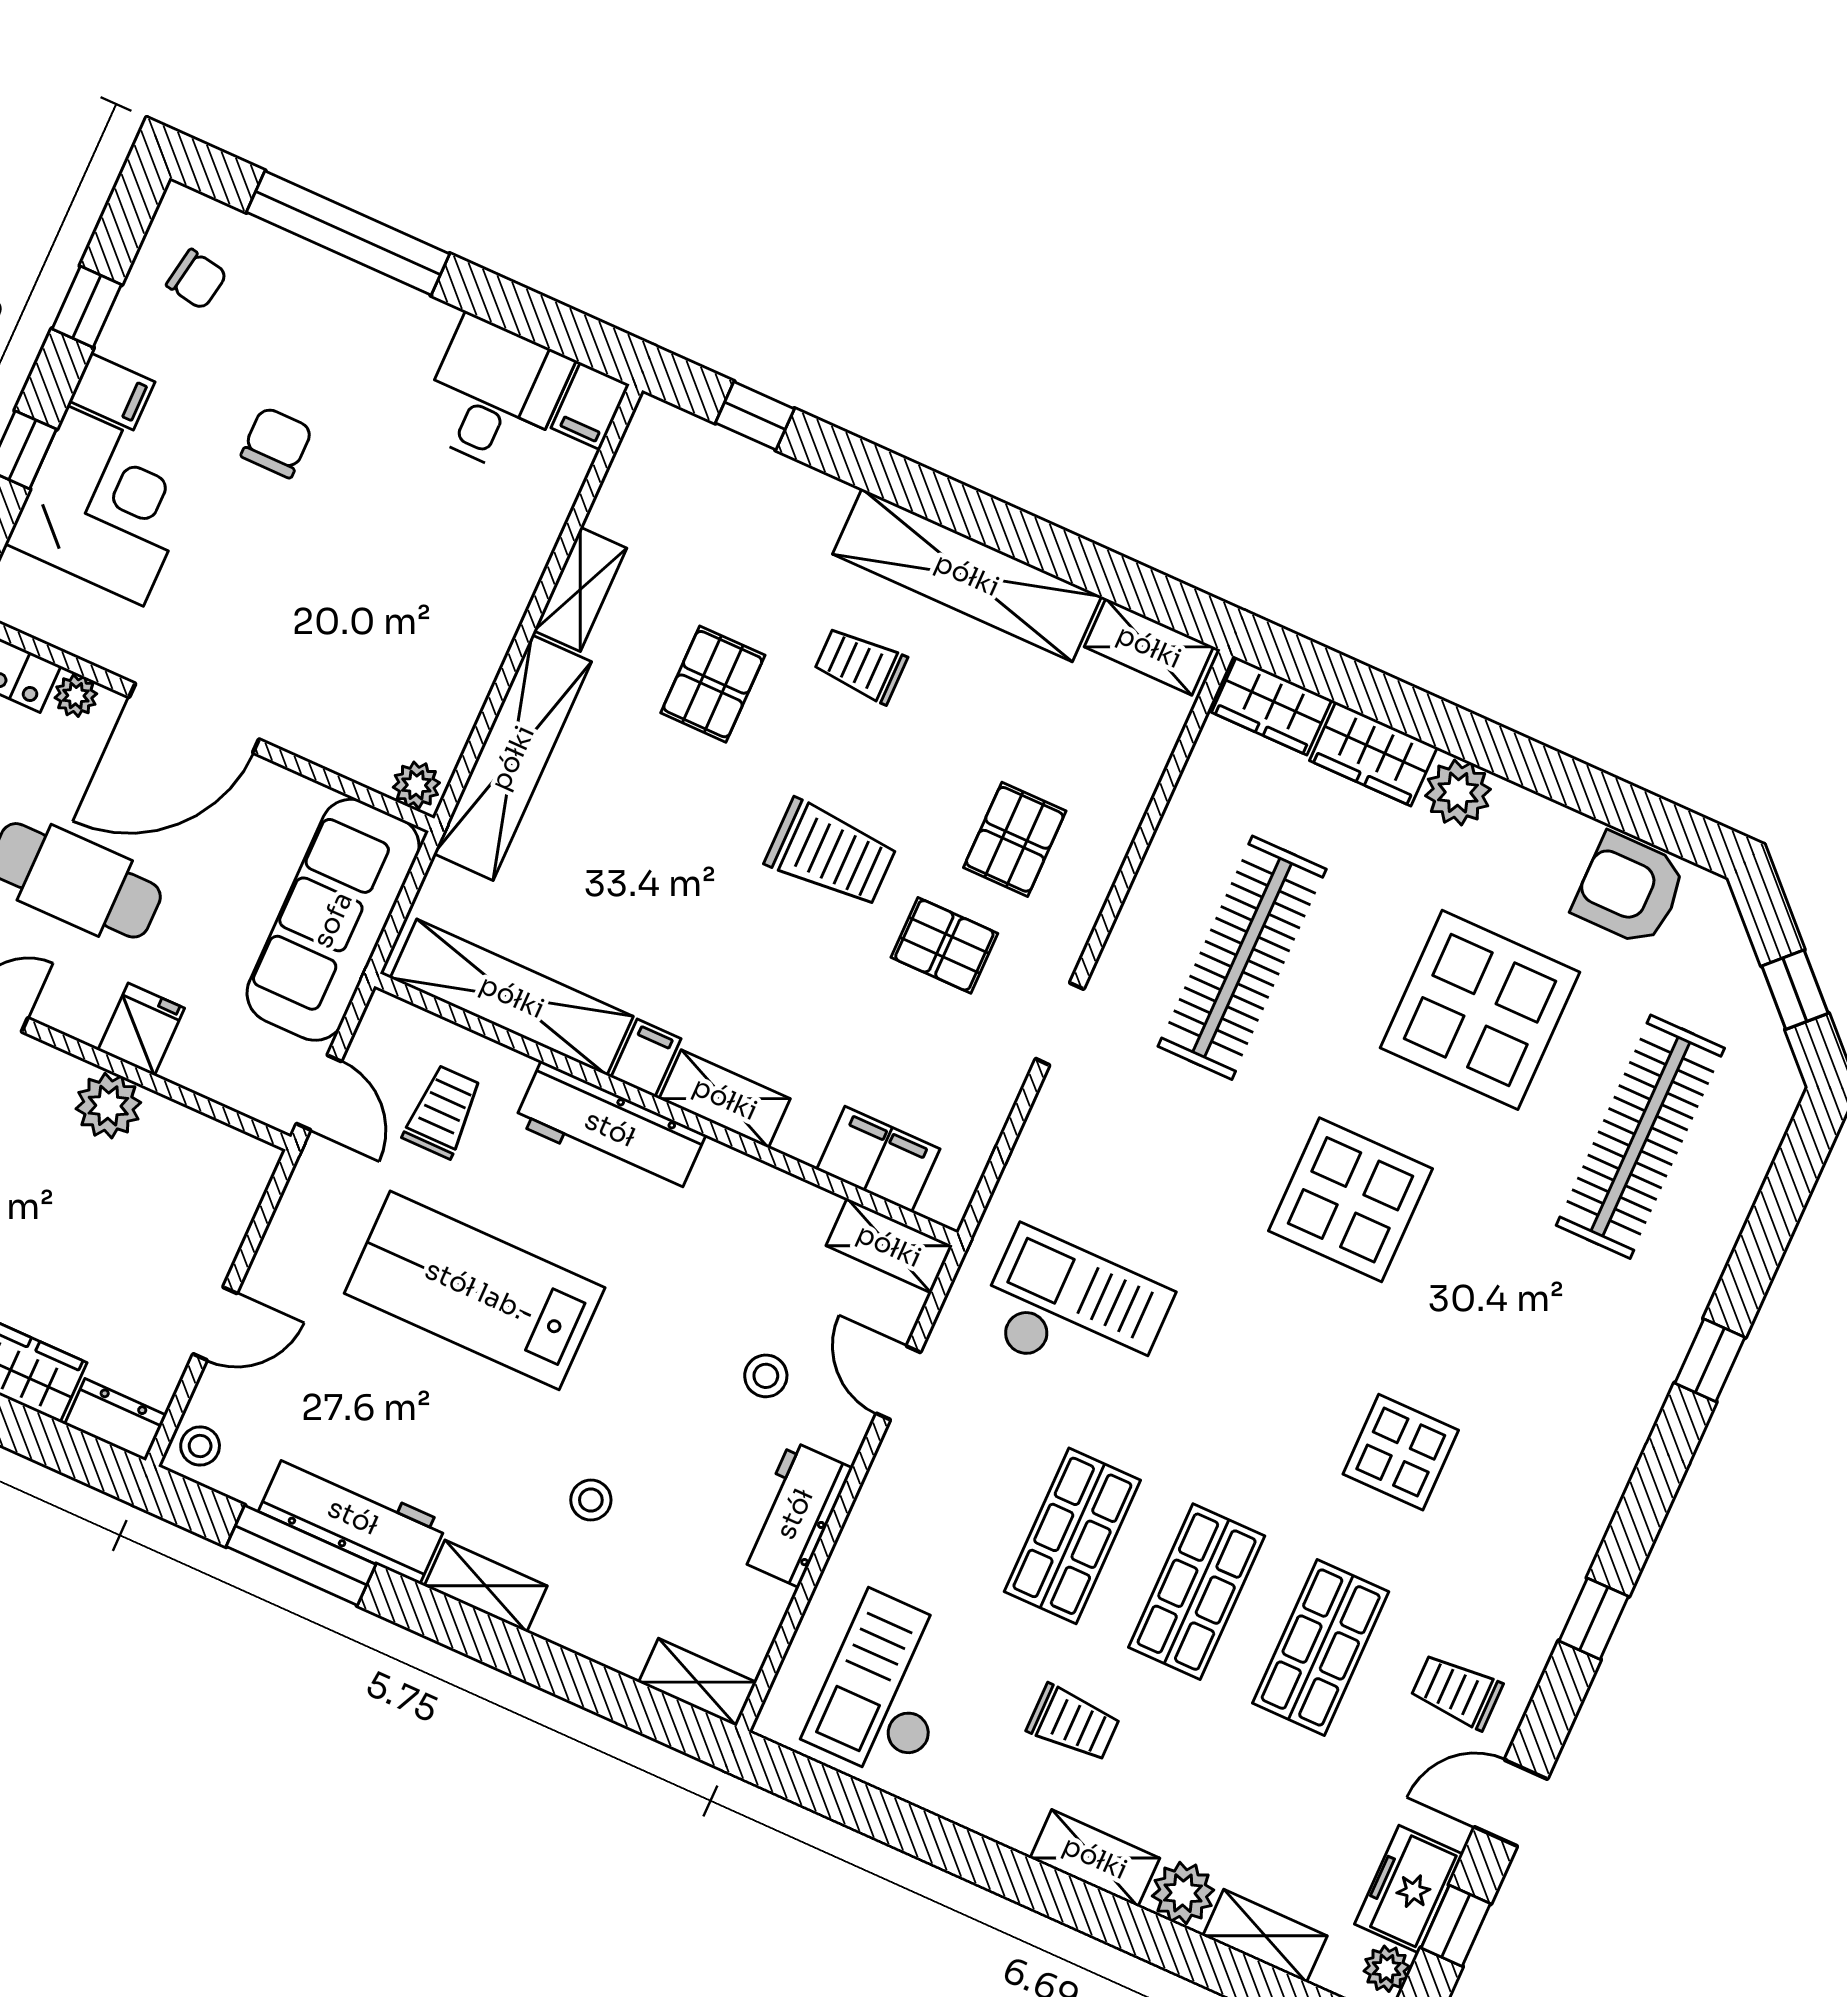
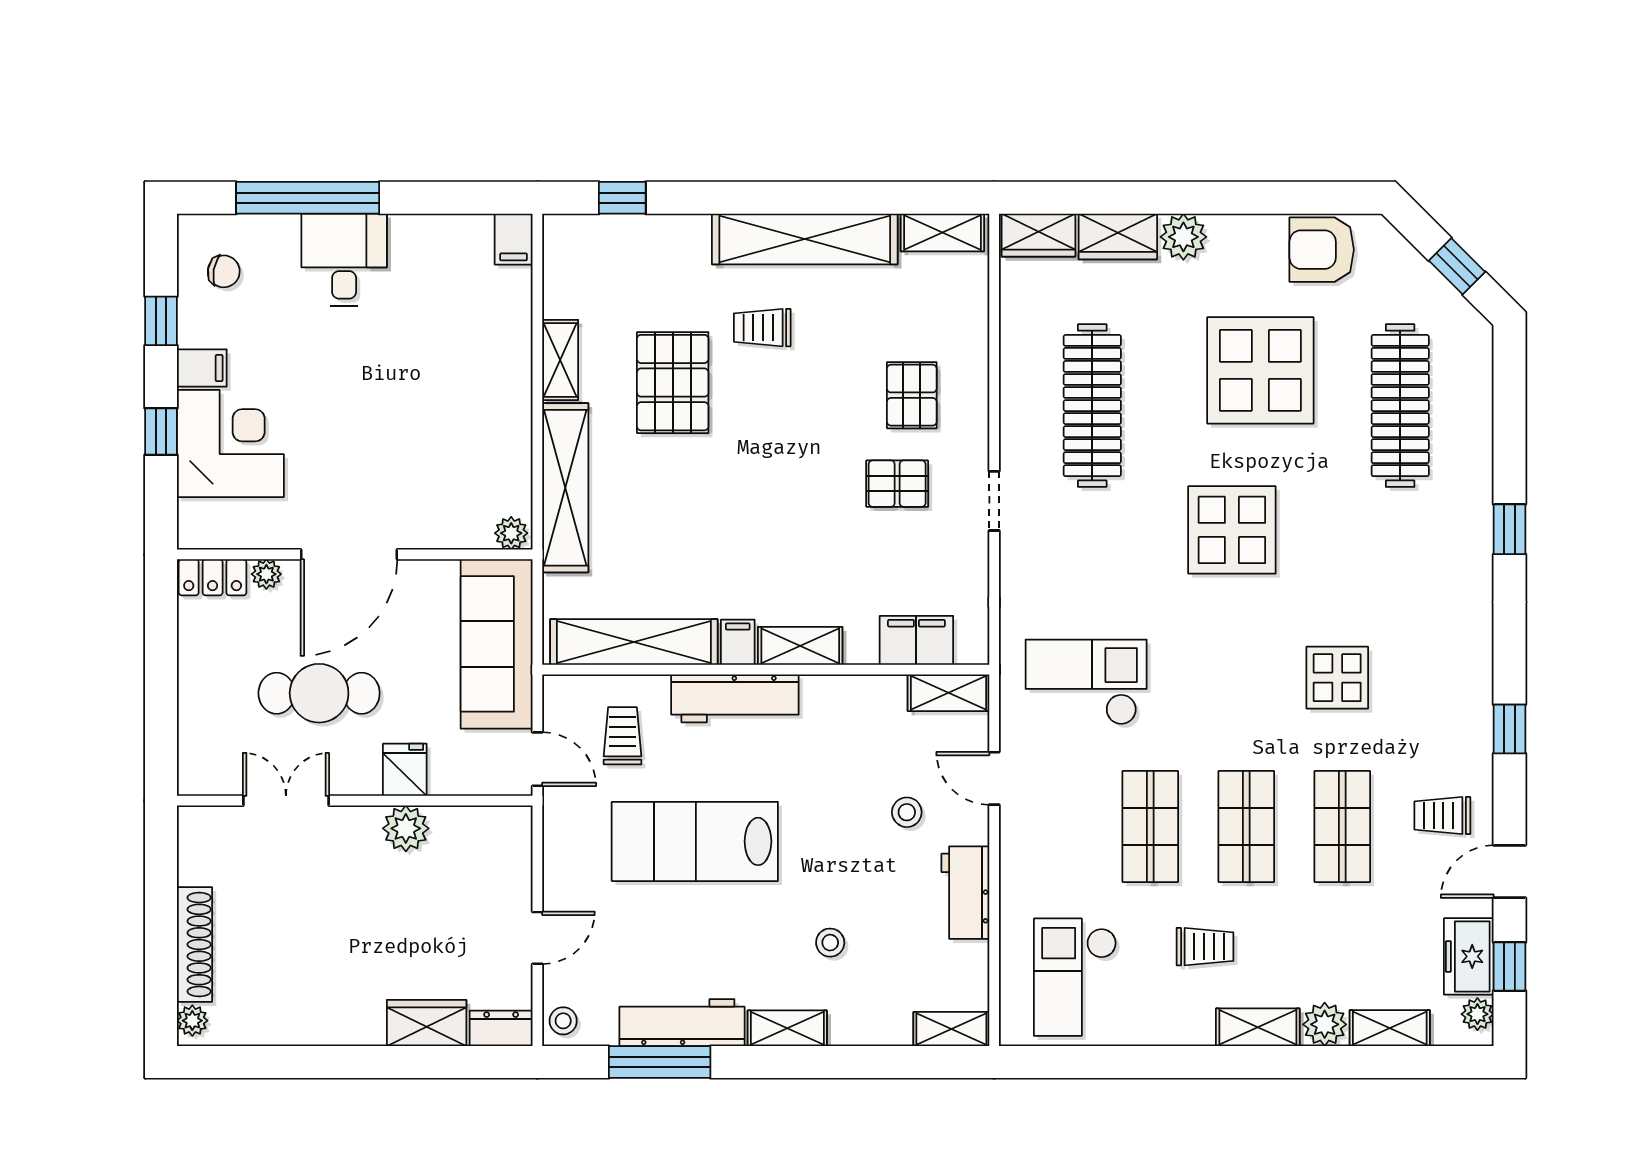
desk: (494, 395) -> (344, 260), moved
chair: (277, 442) -> (322, 353), removed
pallet: (713, 684) -> (673, 383), width x1.50, depth x1.42
trolley: (831, 853) -> (798, 457), removed

